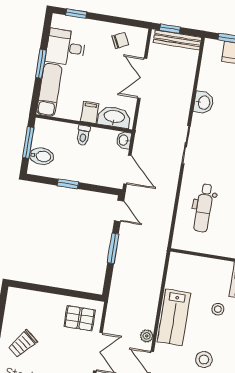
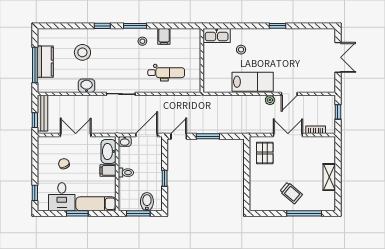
chair: (120, 40) -> (64, 164), moved
double door: (142, 78) -> (76, 135), swing flipped
stool: (204, 359) -> (281, 54), removed

